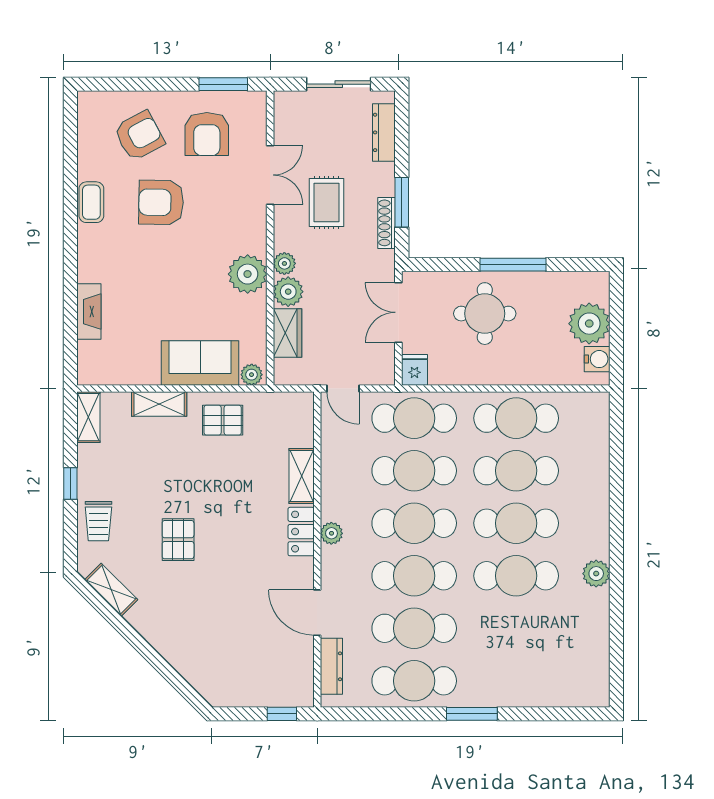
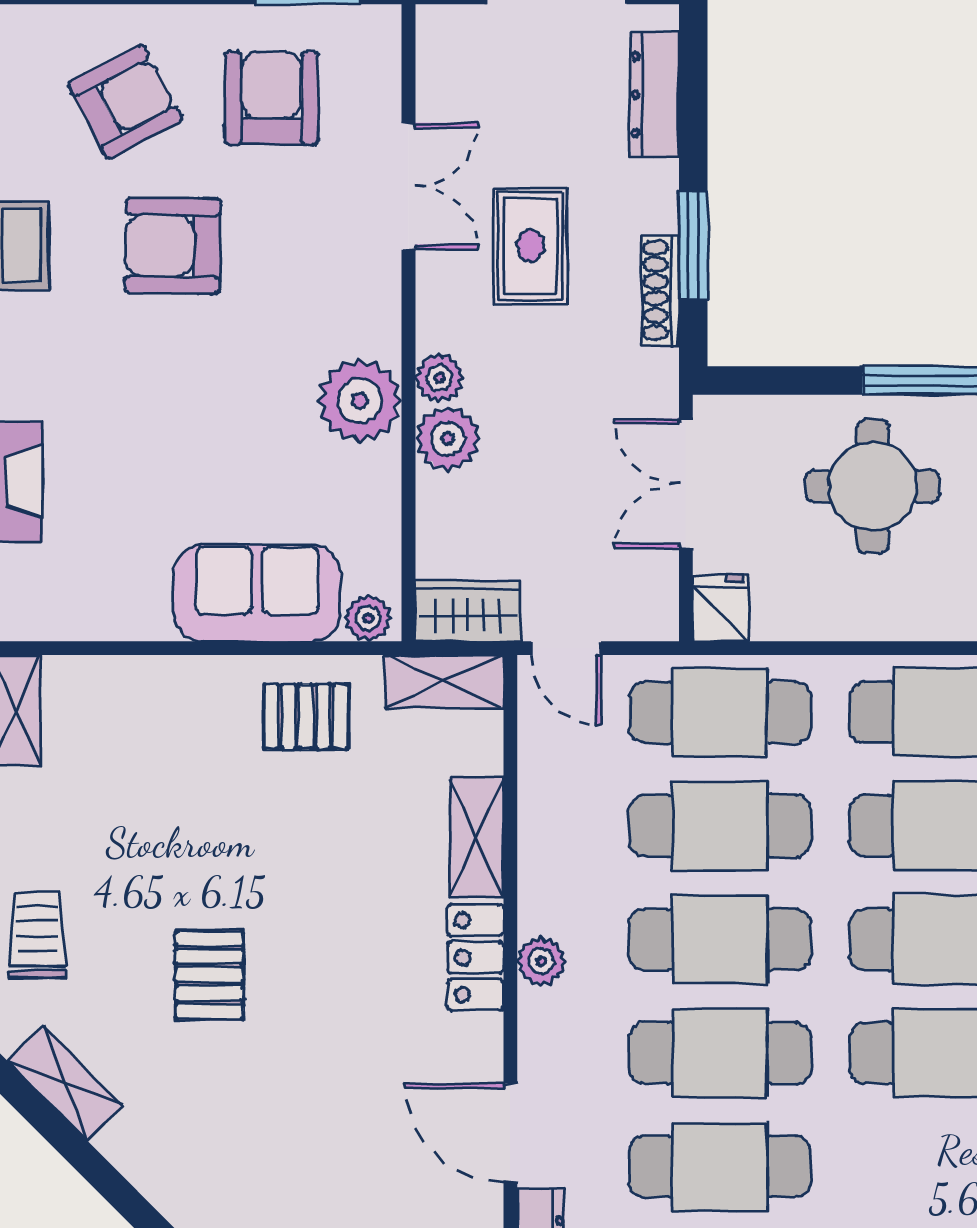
armchair: (207, 134) -> (272, 98), turned 180
wardrobe: (287, 333) -> (468, 611), moved, turned -90
shelving: (159, 404) -> (444, 682), moved
trolley: (98, 521) -> (37, 935), turned 180

